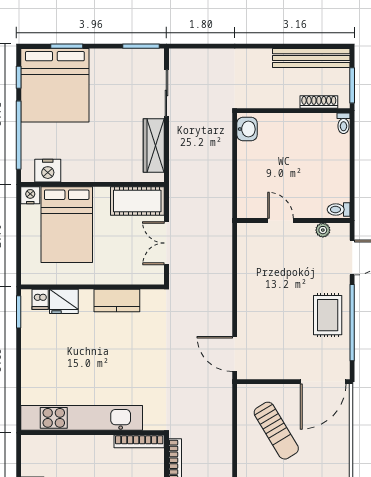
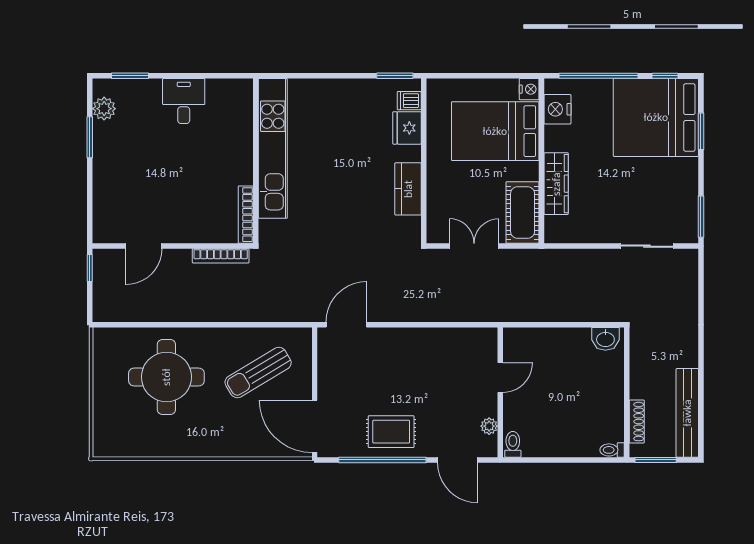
wardrobe: (154, 145) -> (556, 184), moved, turned 90

